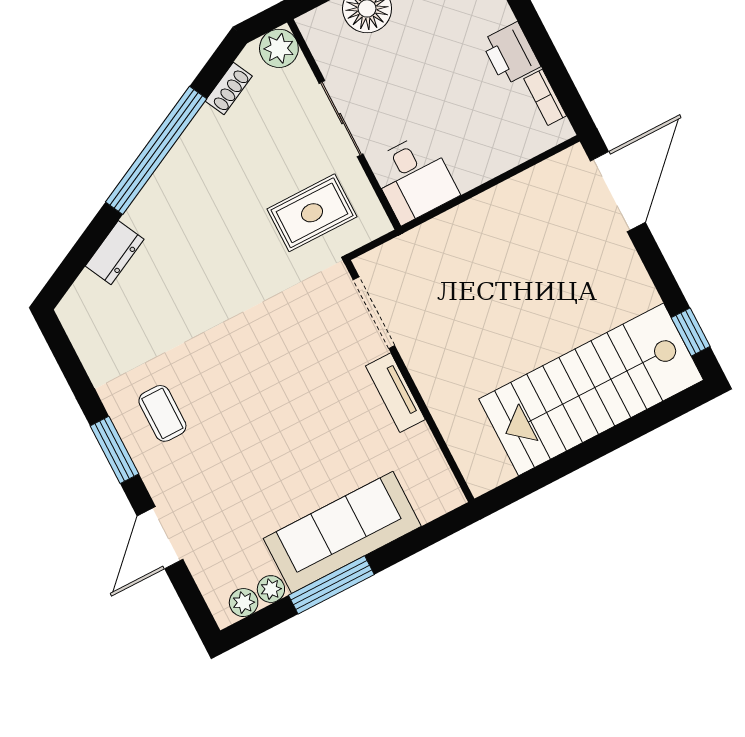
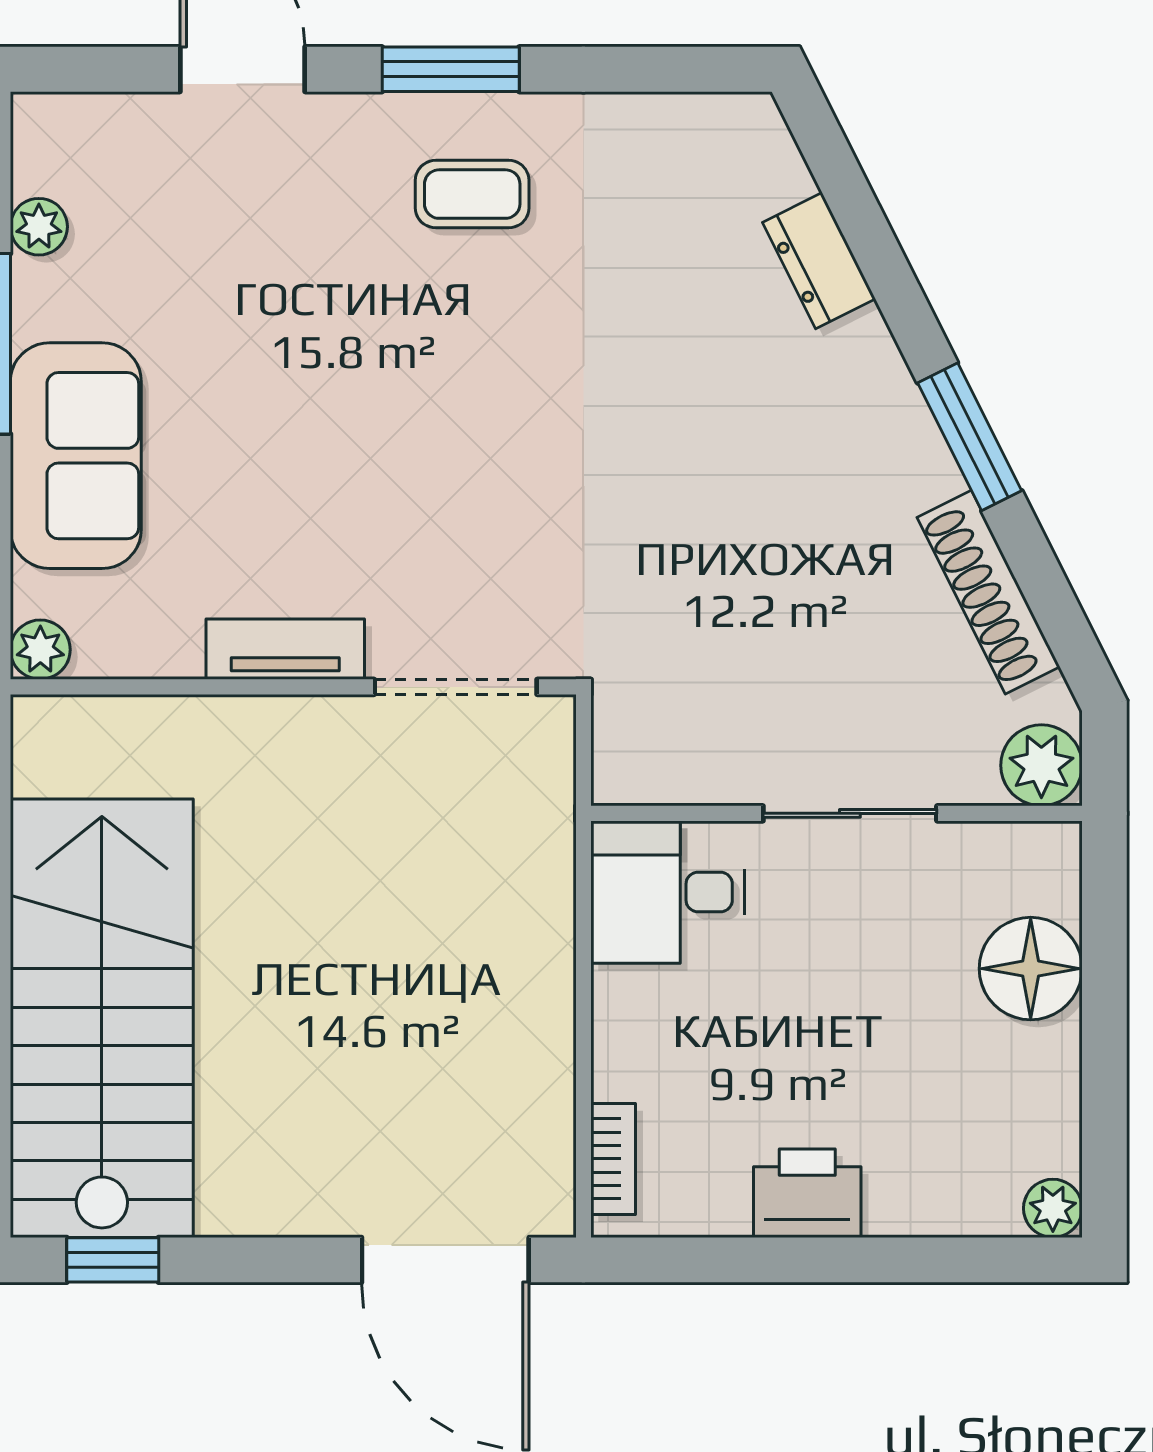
shoe rack: (229, 89) -> (988, 592), width x1.94, depth x1.24
bookcase: (545, 97) -> (613, 1159), moved, turned 90
window: (156, 150) -> (970, 437), width x0.47
rug: (312, 213) -> (702, 668), removed
sofa: (342, 532) -> (76, 456), width x0.73
plant: (244, 603) -> (40, 650), moved

